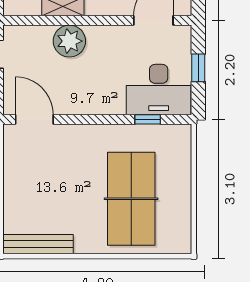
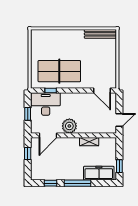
plant: (69, 41) -> (69, 126), moved
table tennis table: (131, 199) -> (59, 71), moved, turned 90

